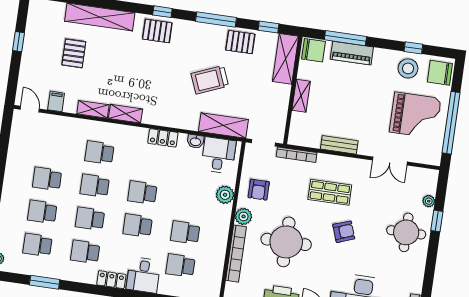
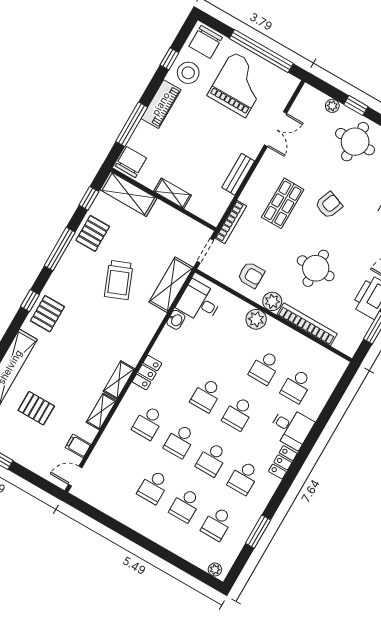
piano: (352, 53) -> (161, 104), moved
locker: (163, 138) -> (147, 373), moved
plant: (225, 195) -> (256, 319), moved
armchair: (344, 232) -> (329, 205), turned 41
round table: (286, 242) -> (316, 268), width x0.73, depth x0.73

